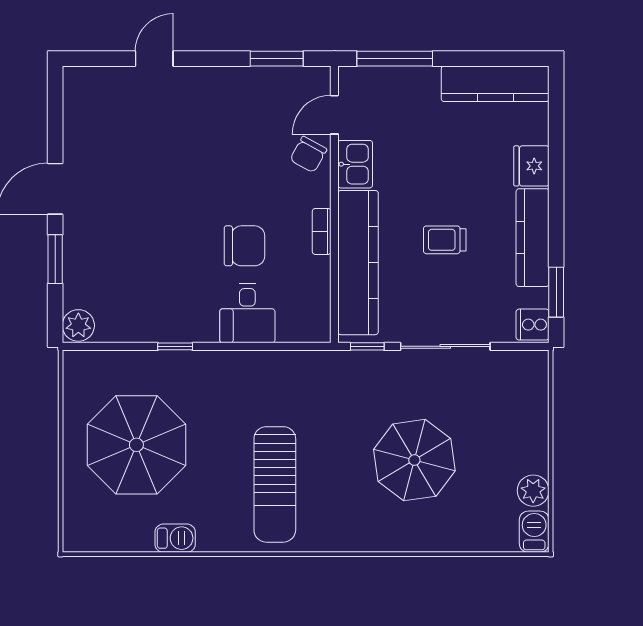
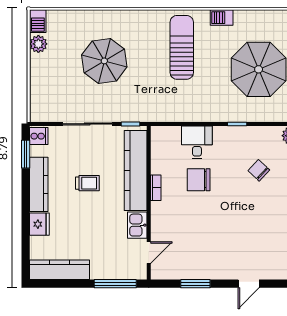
window: (277, 59) -> (195, 284), moved
chair: (308, 154) -> (259, 170), moved, turned -76
barbecue: (175, 538) -> (222, 18), moved

